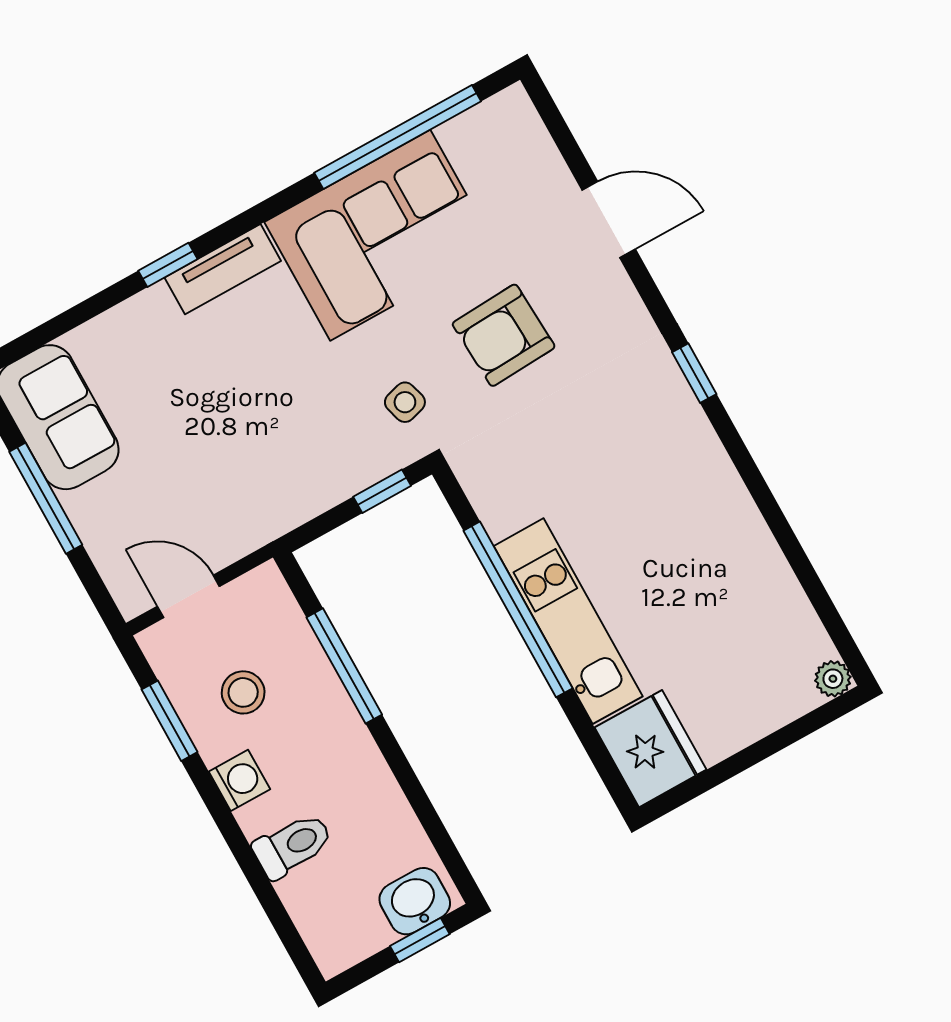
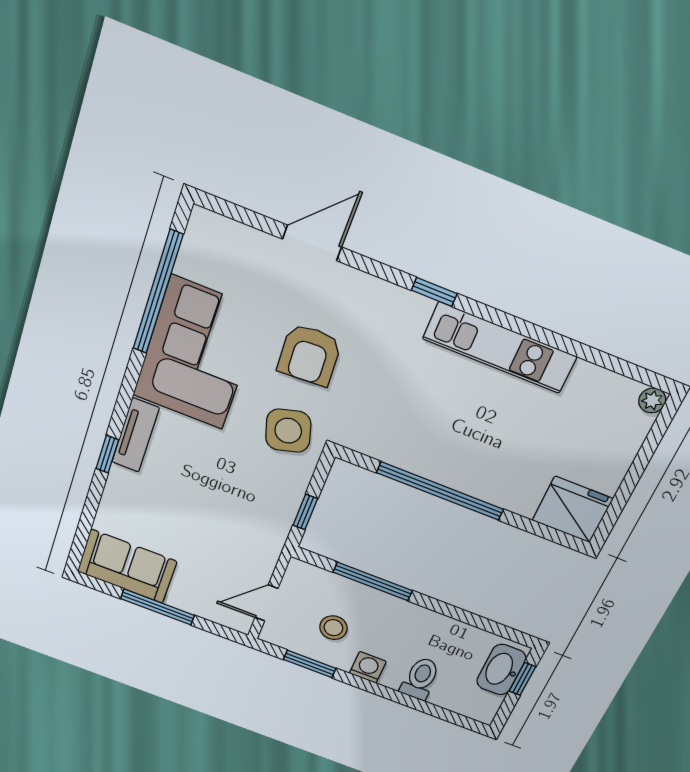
side table: (405, 402) -> (288, 431), width x1.87, depth x1.87
window: (382, 491) -> (305, 512), moved
kitchen unit: (568, 621) -> (500, 348), moved, turned 180
washbasin: (415, 901) -> (501, 670), width x1.38

